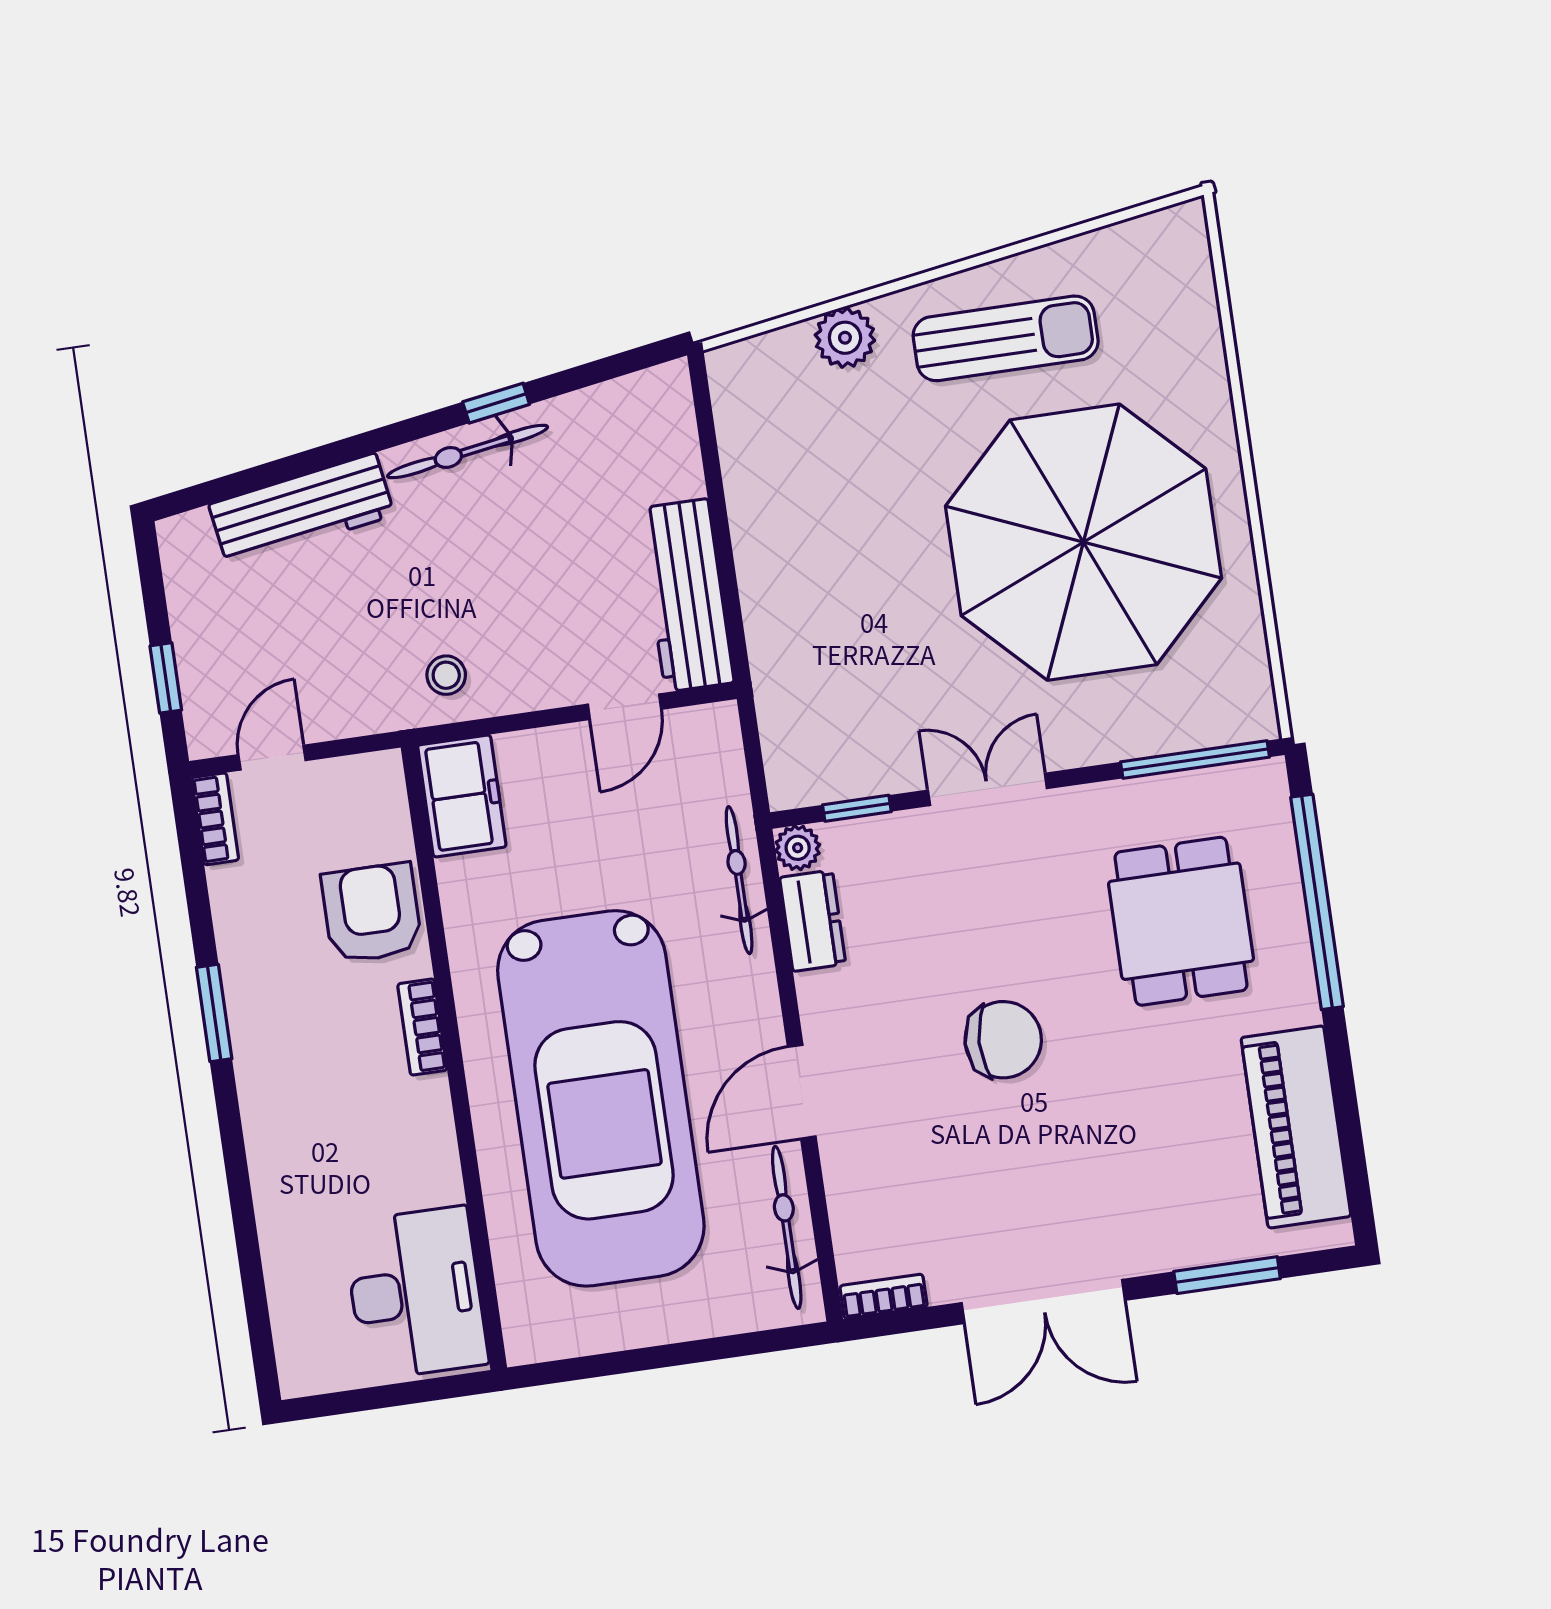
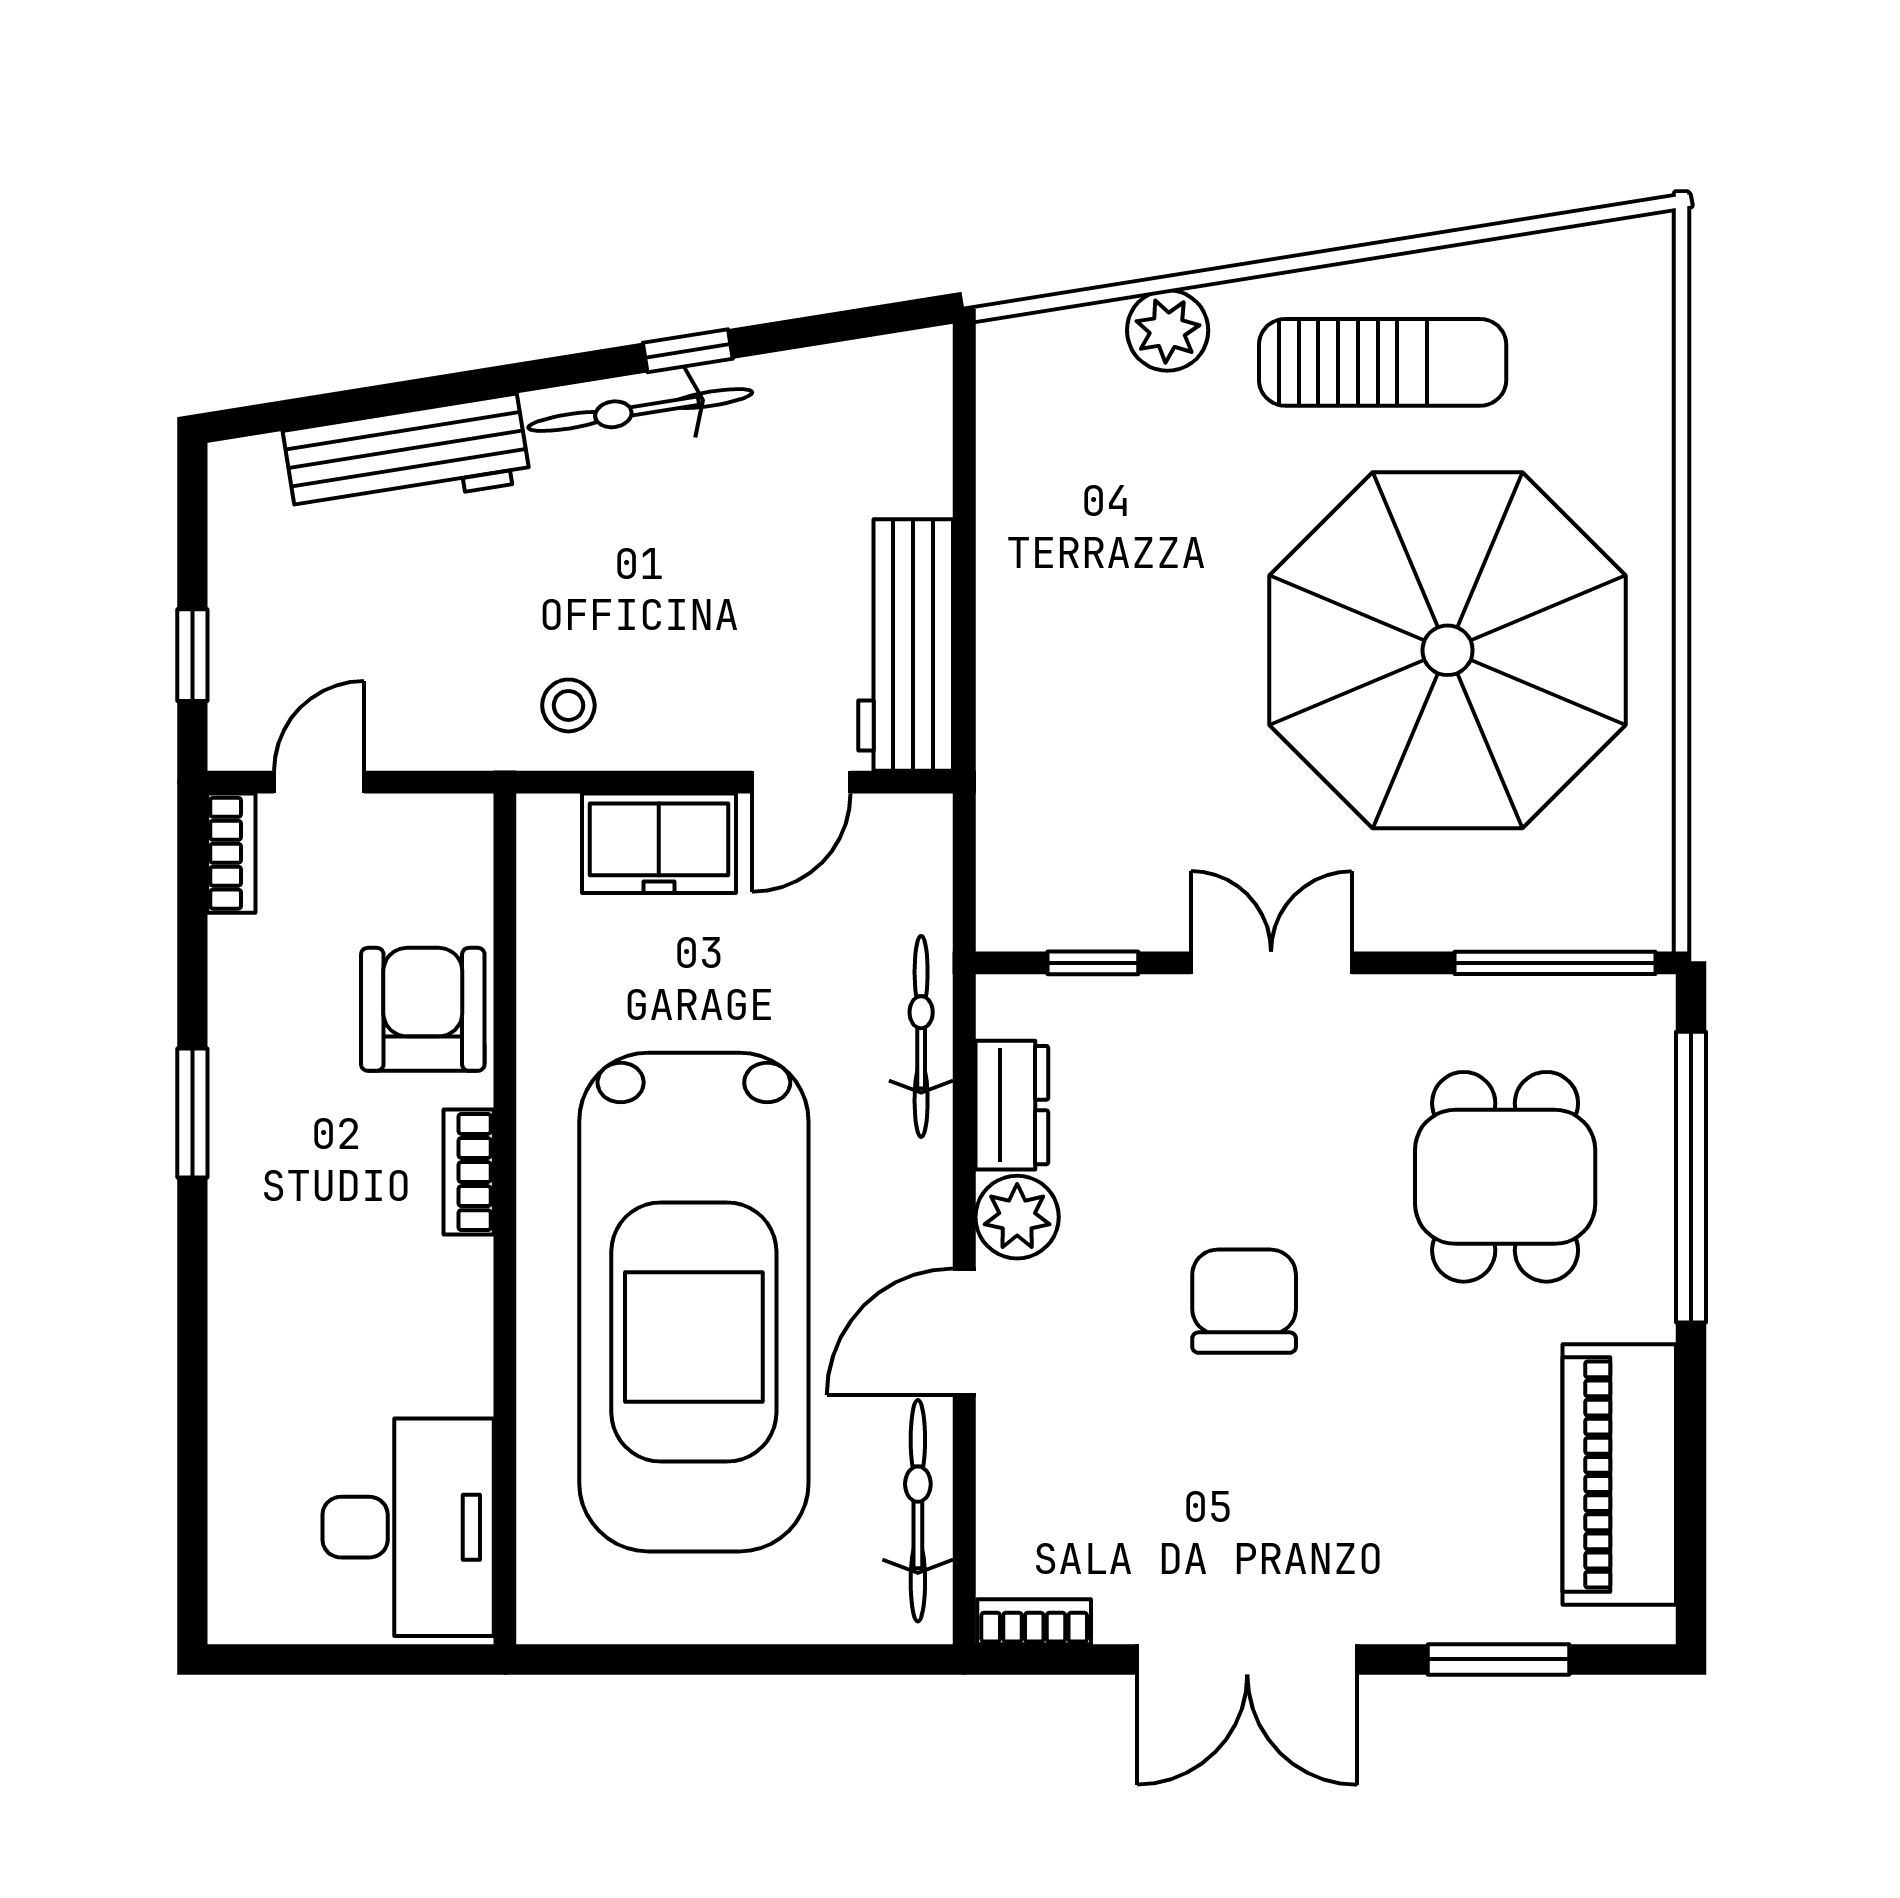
freezer: (462, 796) -> (659, 843), moved, turned 90
plant: (798, 848) -> (1017, 1217), moved, width x1.38, depth x1.38
chair: (1003, 1040) -> (1244, 1301), turned -92

